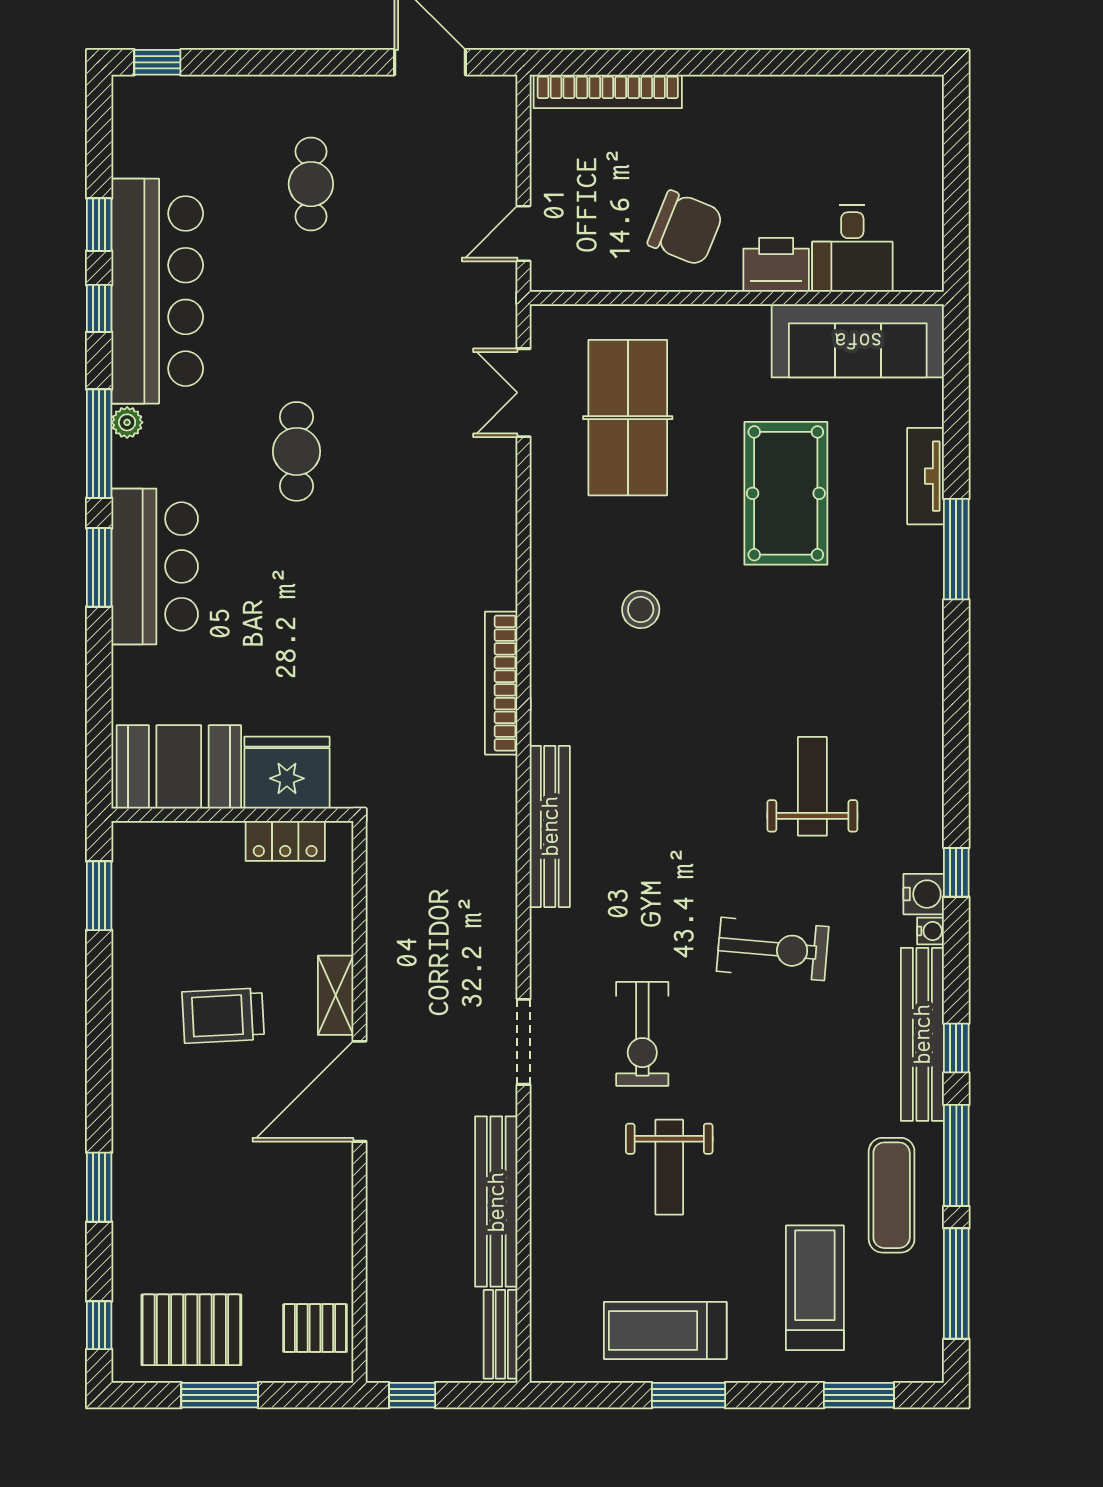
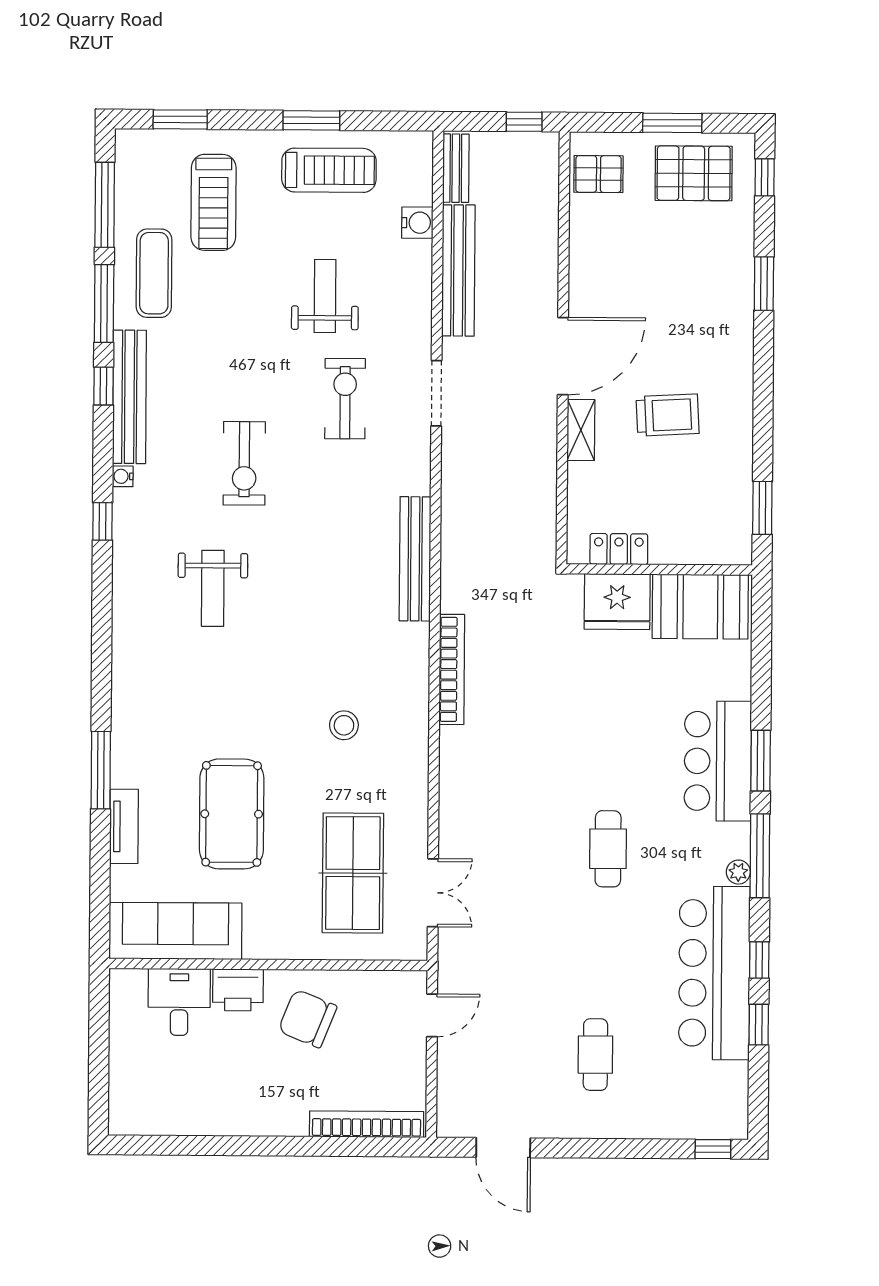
water cooler: (924, 894) -> (417, 223), moved, turned 180
exercise bike: (773, 949) -> (244, 463), turned -95

